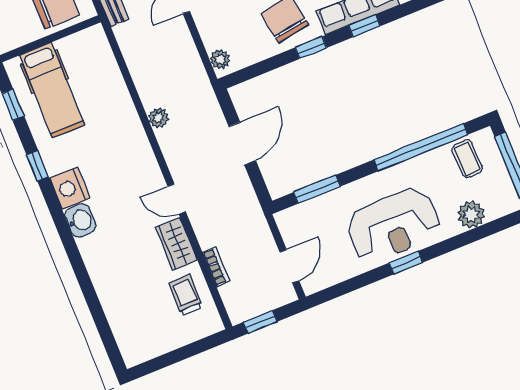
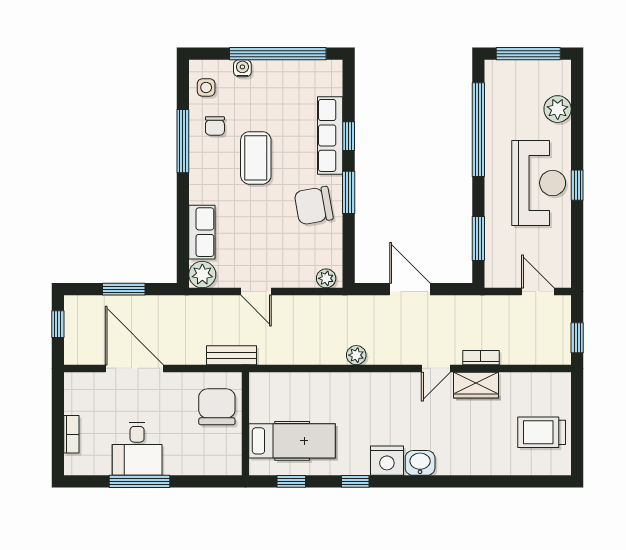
window: (311, 48) -> (349, 192), width x1.50
coffee table: (467, 159) -> (506, 92), removed
bookcase: (216, 267) -> (481, 358), moved
trolley: (186, 295) -> (542, 432), moved, width x1.36, depth x1.39

